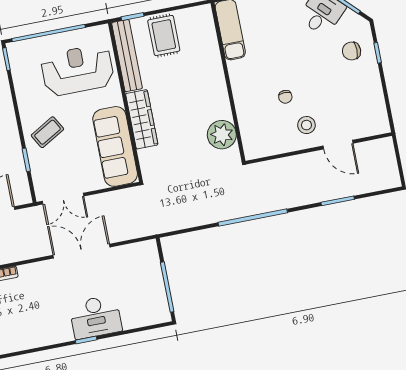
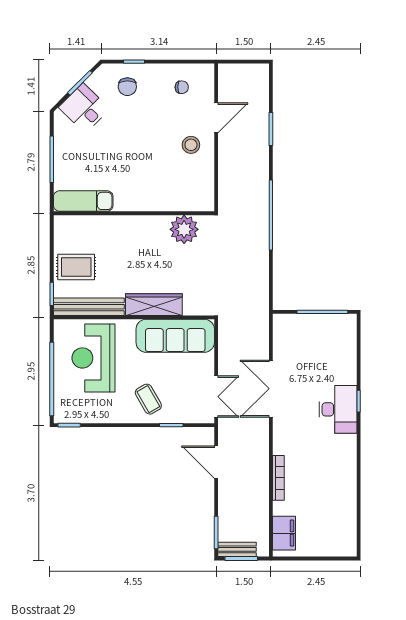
chair: (285, 97) -> (182, 87), moved
desk: (96, 317) -> (338, 409), moved

